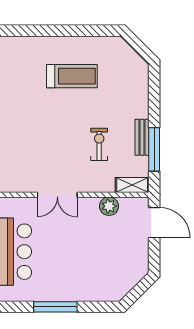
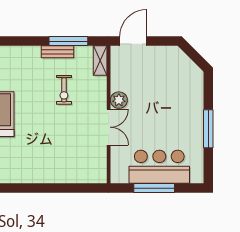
exercise bike: (99, 144) -> (64, 90), turned -90
plant: (109, 206) -> (119, 100), moved

